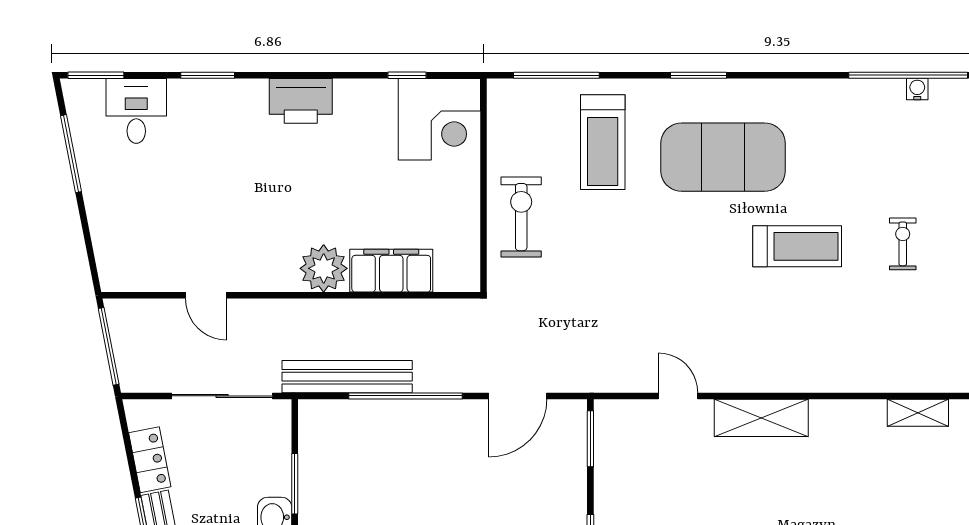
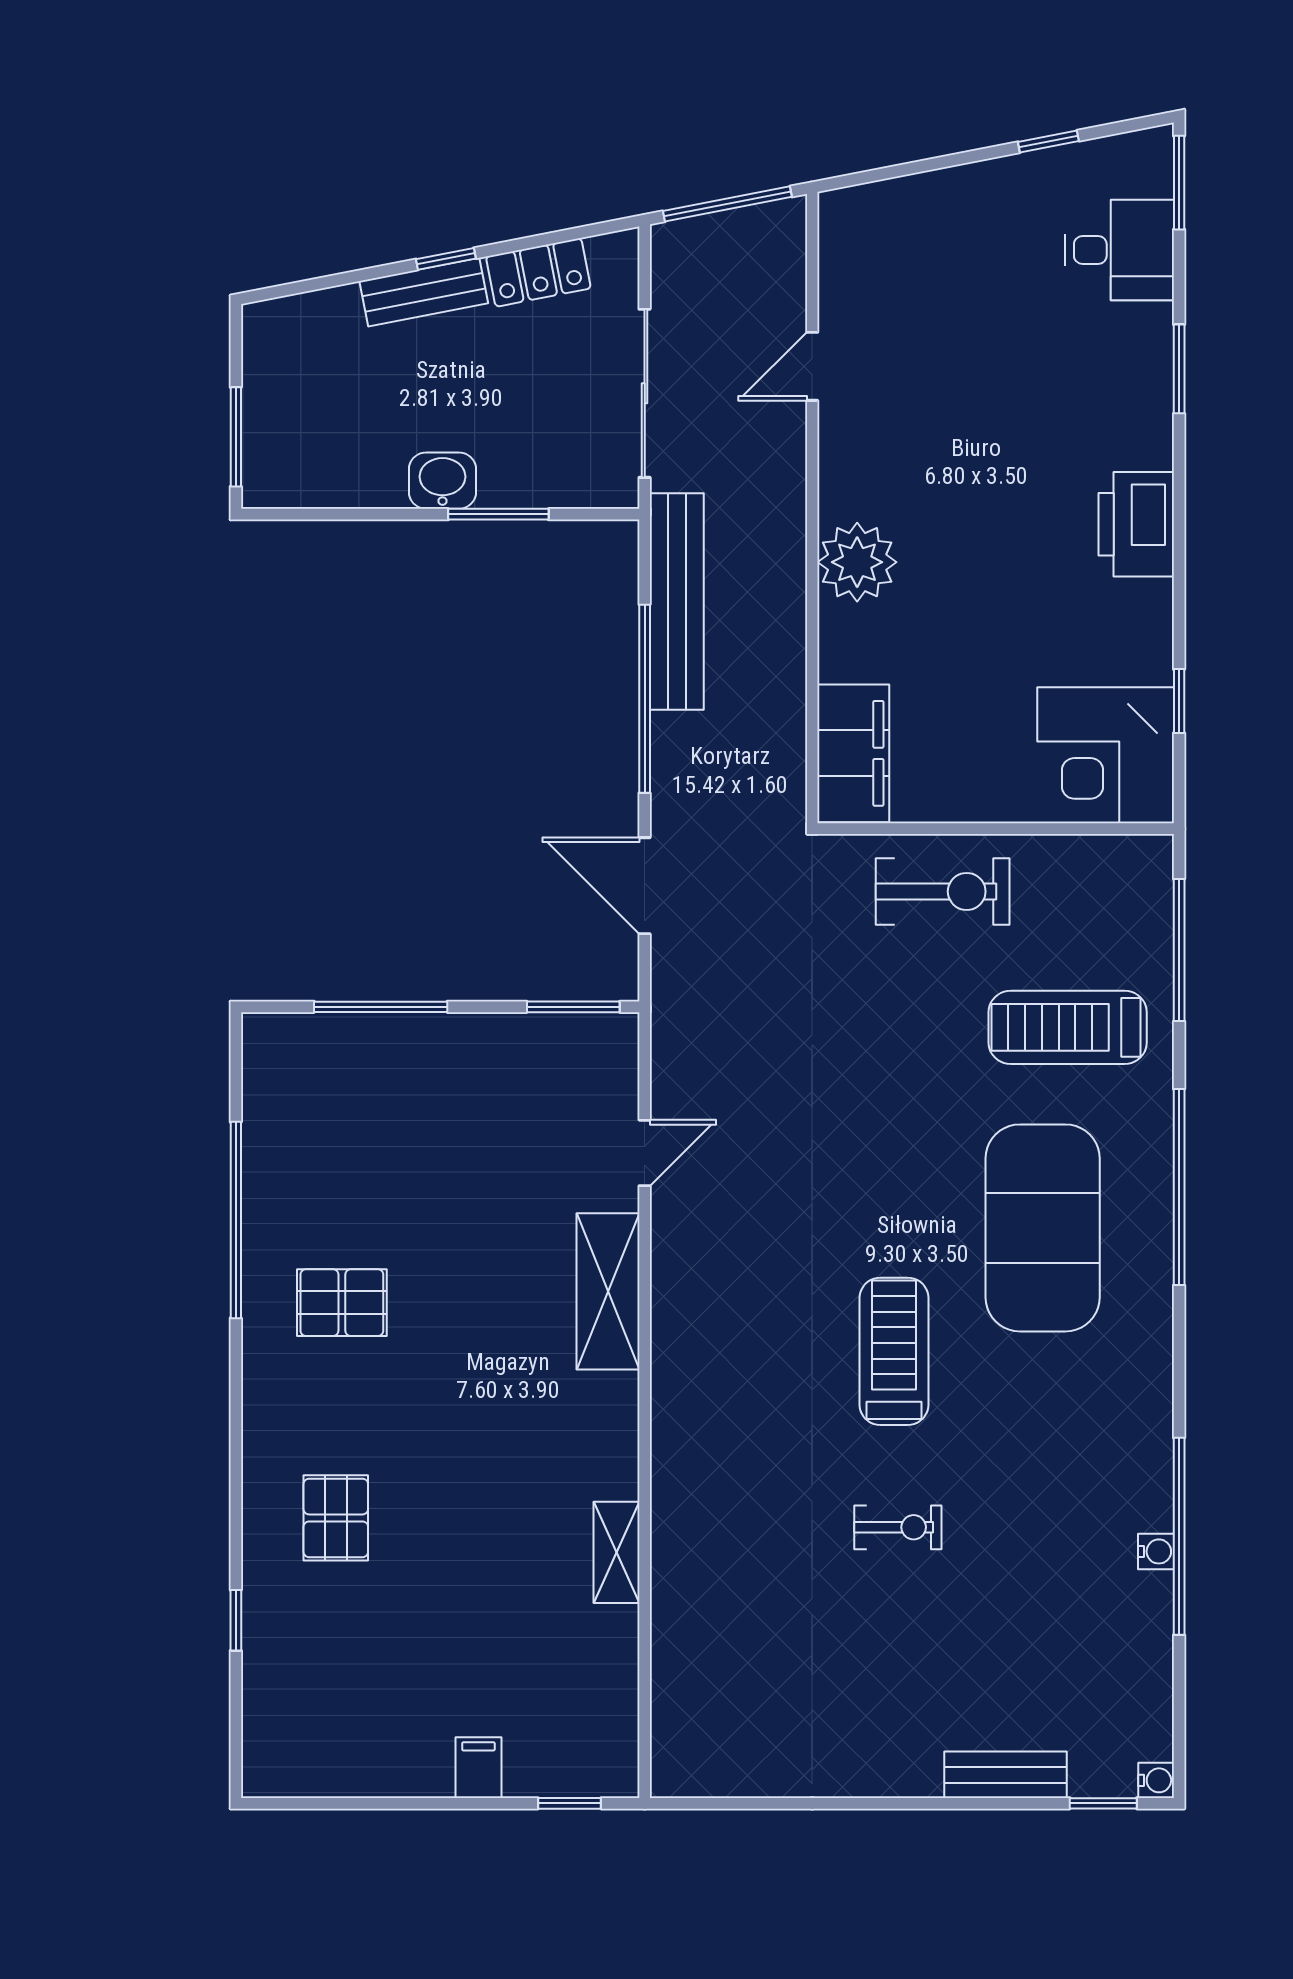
window: (699, 75) -> (1179, 1187), width x2.11
window: (71, 154) -> (1048, 141), width x0.46
treadmill: (797, 246) -> (894, 1351), turned 180
filing cabinet: (391, 271) -> (853, 753), moved

